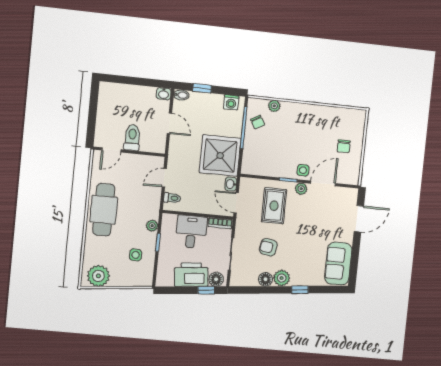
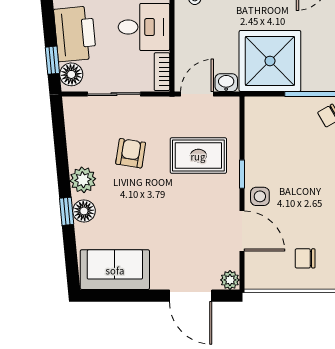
plant: (301, 189) -> (230, 280), moved
floor lamp: (265, 279) -> (84, 211), moved

